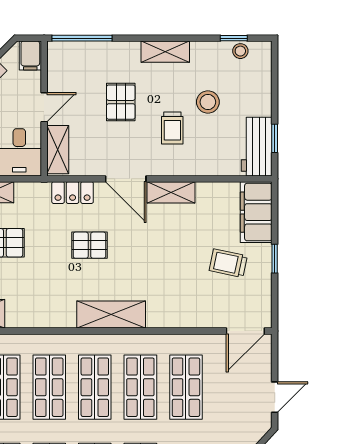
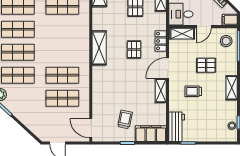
stool: (208, 102) -> (226, 41), moved
door: (44, 107) -> (204, 27), hinge flipped
workbench: (257, 147) -> (177, 127), moved, turned 90
shelving: (111, 315) -> (99, 48), moved
shop shelf: (49, 387) -> (62, 29), removed
shop shelf: (95, 387) -> (62, 52), removed

